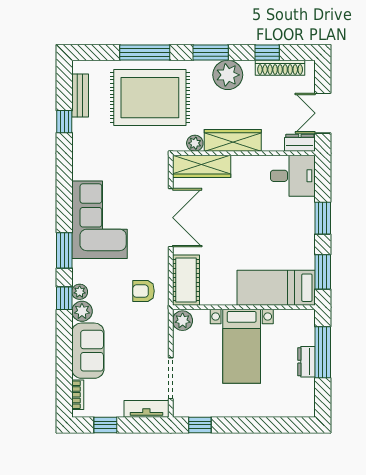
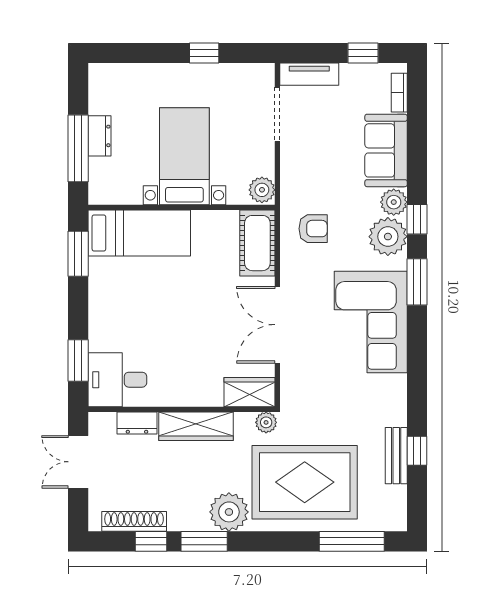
window: (145, 53) -> (352, 541), moved
window: (211, 53) -> (204, 541), moved
plant: (228, 75) -> (229, 512), moved
bench: (80, 96) -> (396, 456), moved
double door: (323, 113) -> (78, 462), swing flipped
plant: (195, 143) -> (266, 422), moved
dresser: (300, 143) -> (137, 423), moved
wardrobe: (202, 166) -> (250, 392), width x0.67
window: (323, 218) -> (78, 361), moved
plant: (80, 292) -> (388, 237), width x1.88, depth x1.88
window: (200, 425) -> (204, 53), moved

